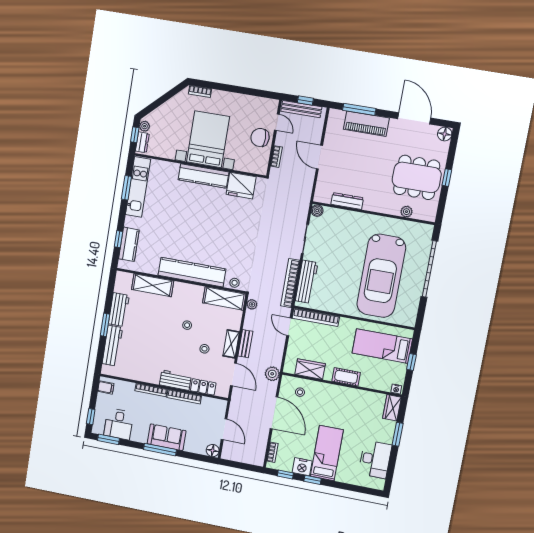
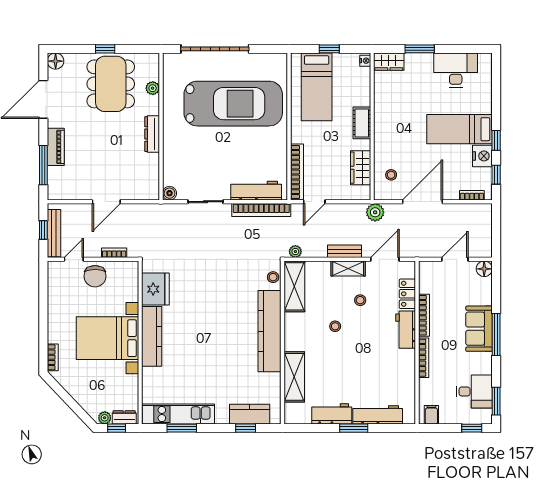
piano: (366, 124) -> (56, 147), width x0.73, depth x0.75
dresser: (347, 201) -> (152, 134), moved

